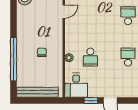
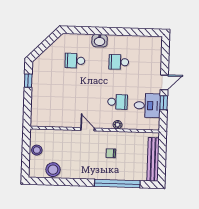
door: (64, 12) -> (88, 129), moved
desk: (76, 85) -> (147, 106), moved

